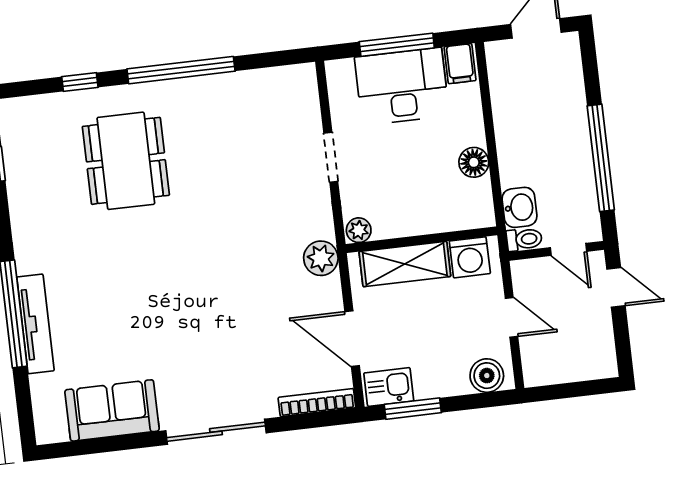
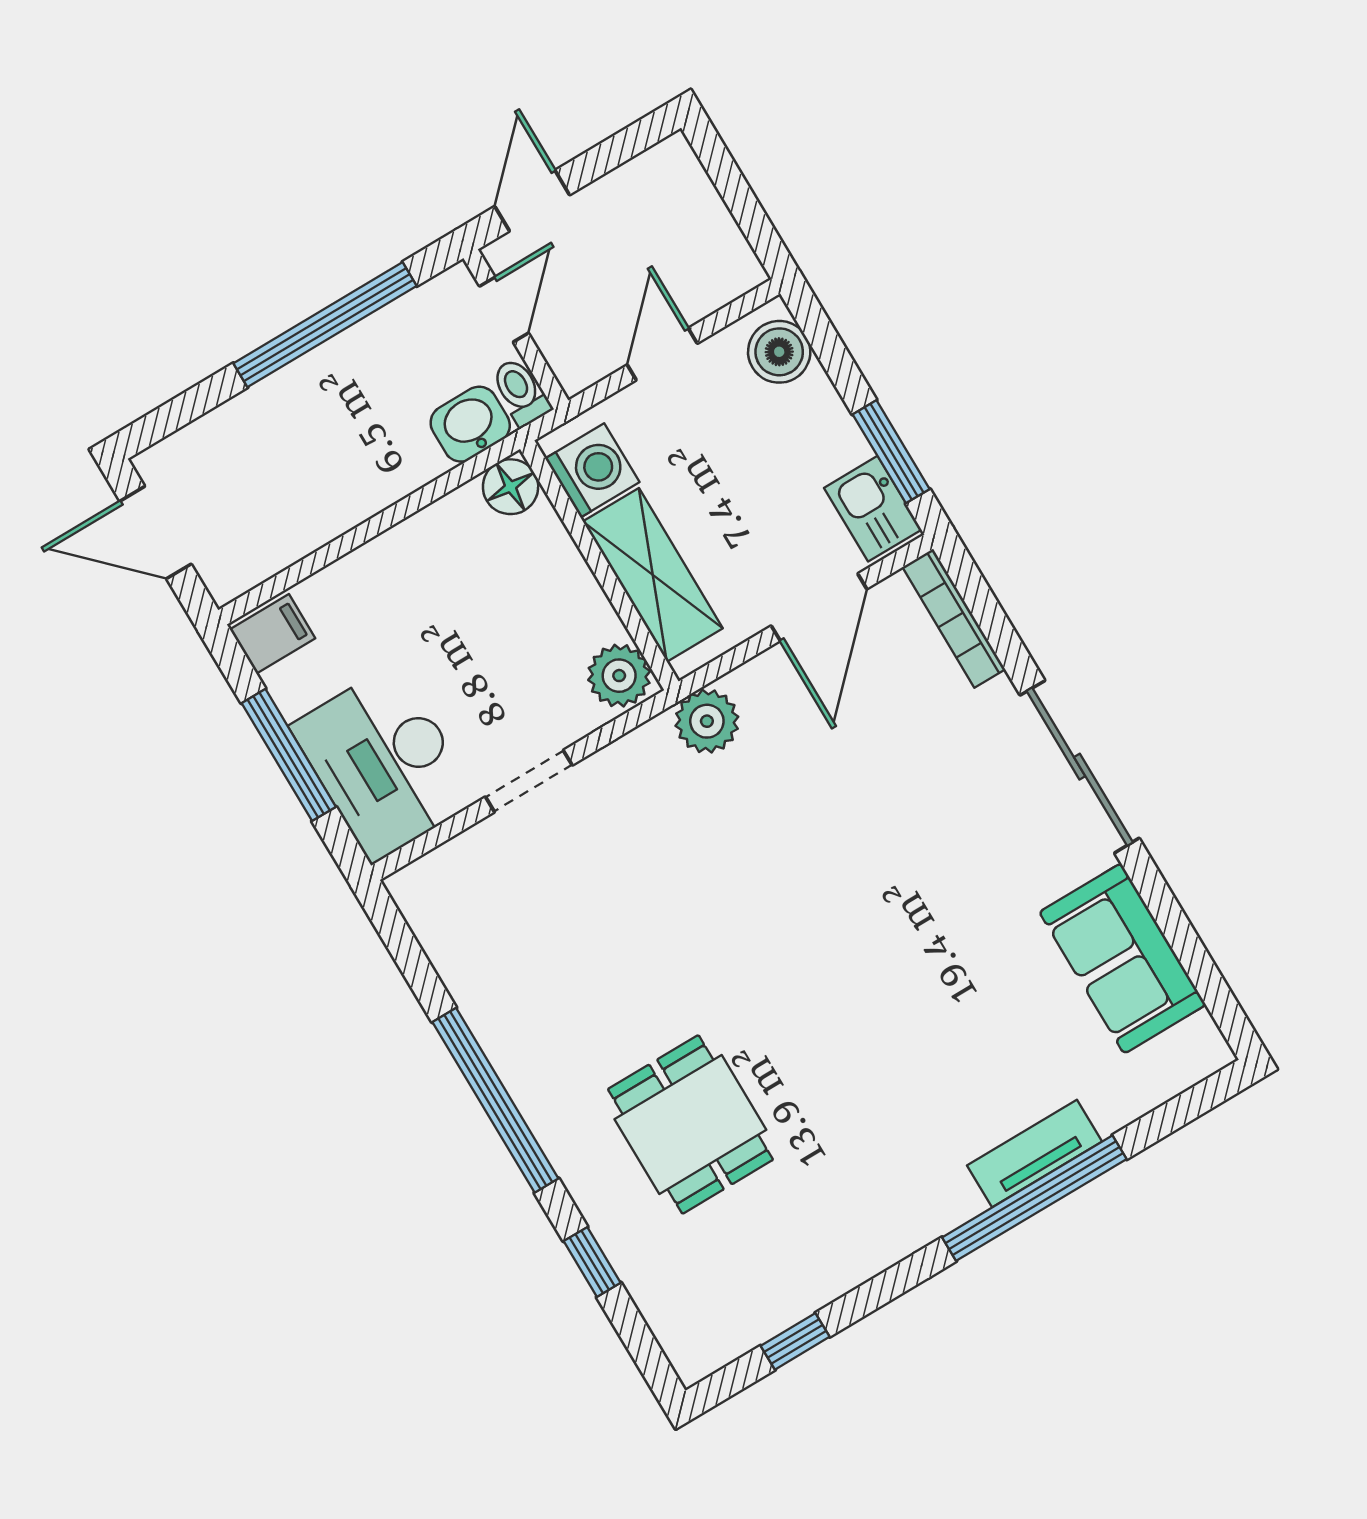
desk: (402, 86) -> (384, 763), moved
dining table: (126, 161) -> (690, 1124), width x0.73
floor lamp: (474, 162) -> (511, 487), moved
plant: (359, 230) -> (619, 676), width x1.38, depth x1.38
tv unit: (35, 324) -> (1035, 1153), width x0.71

